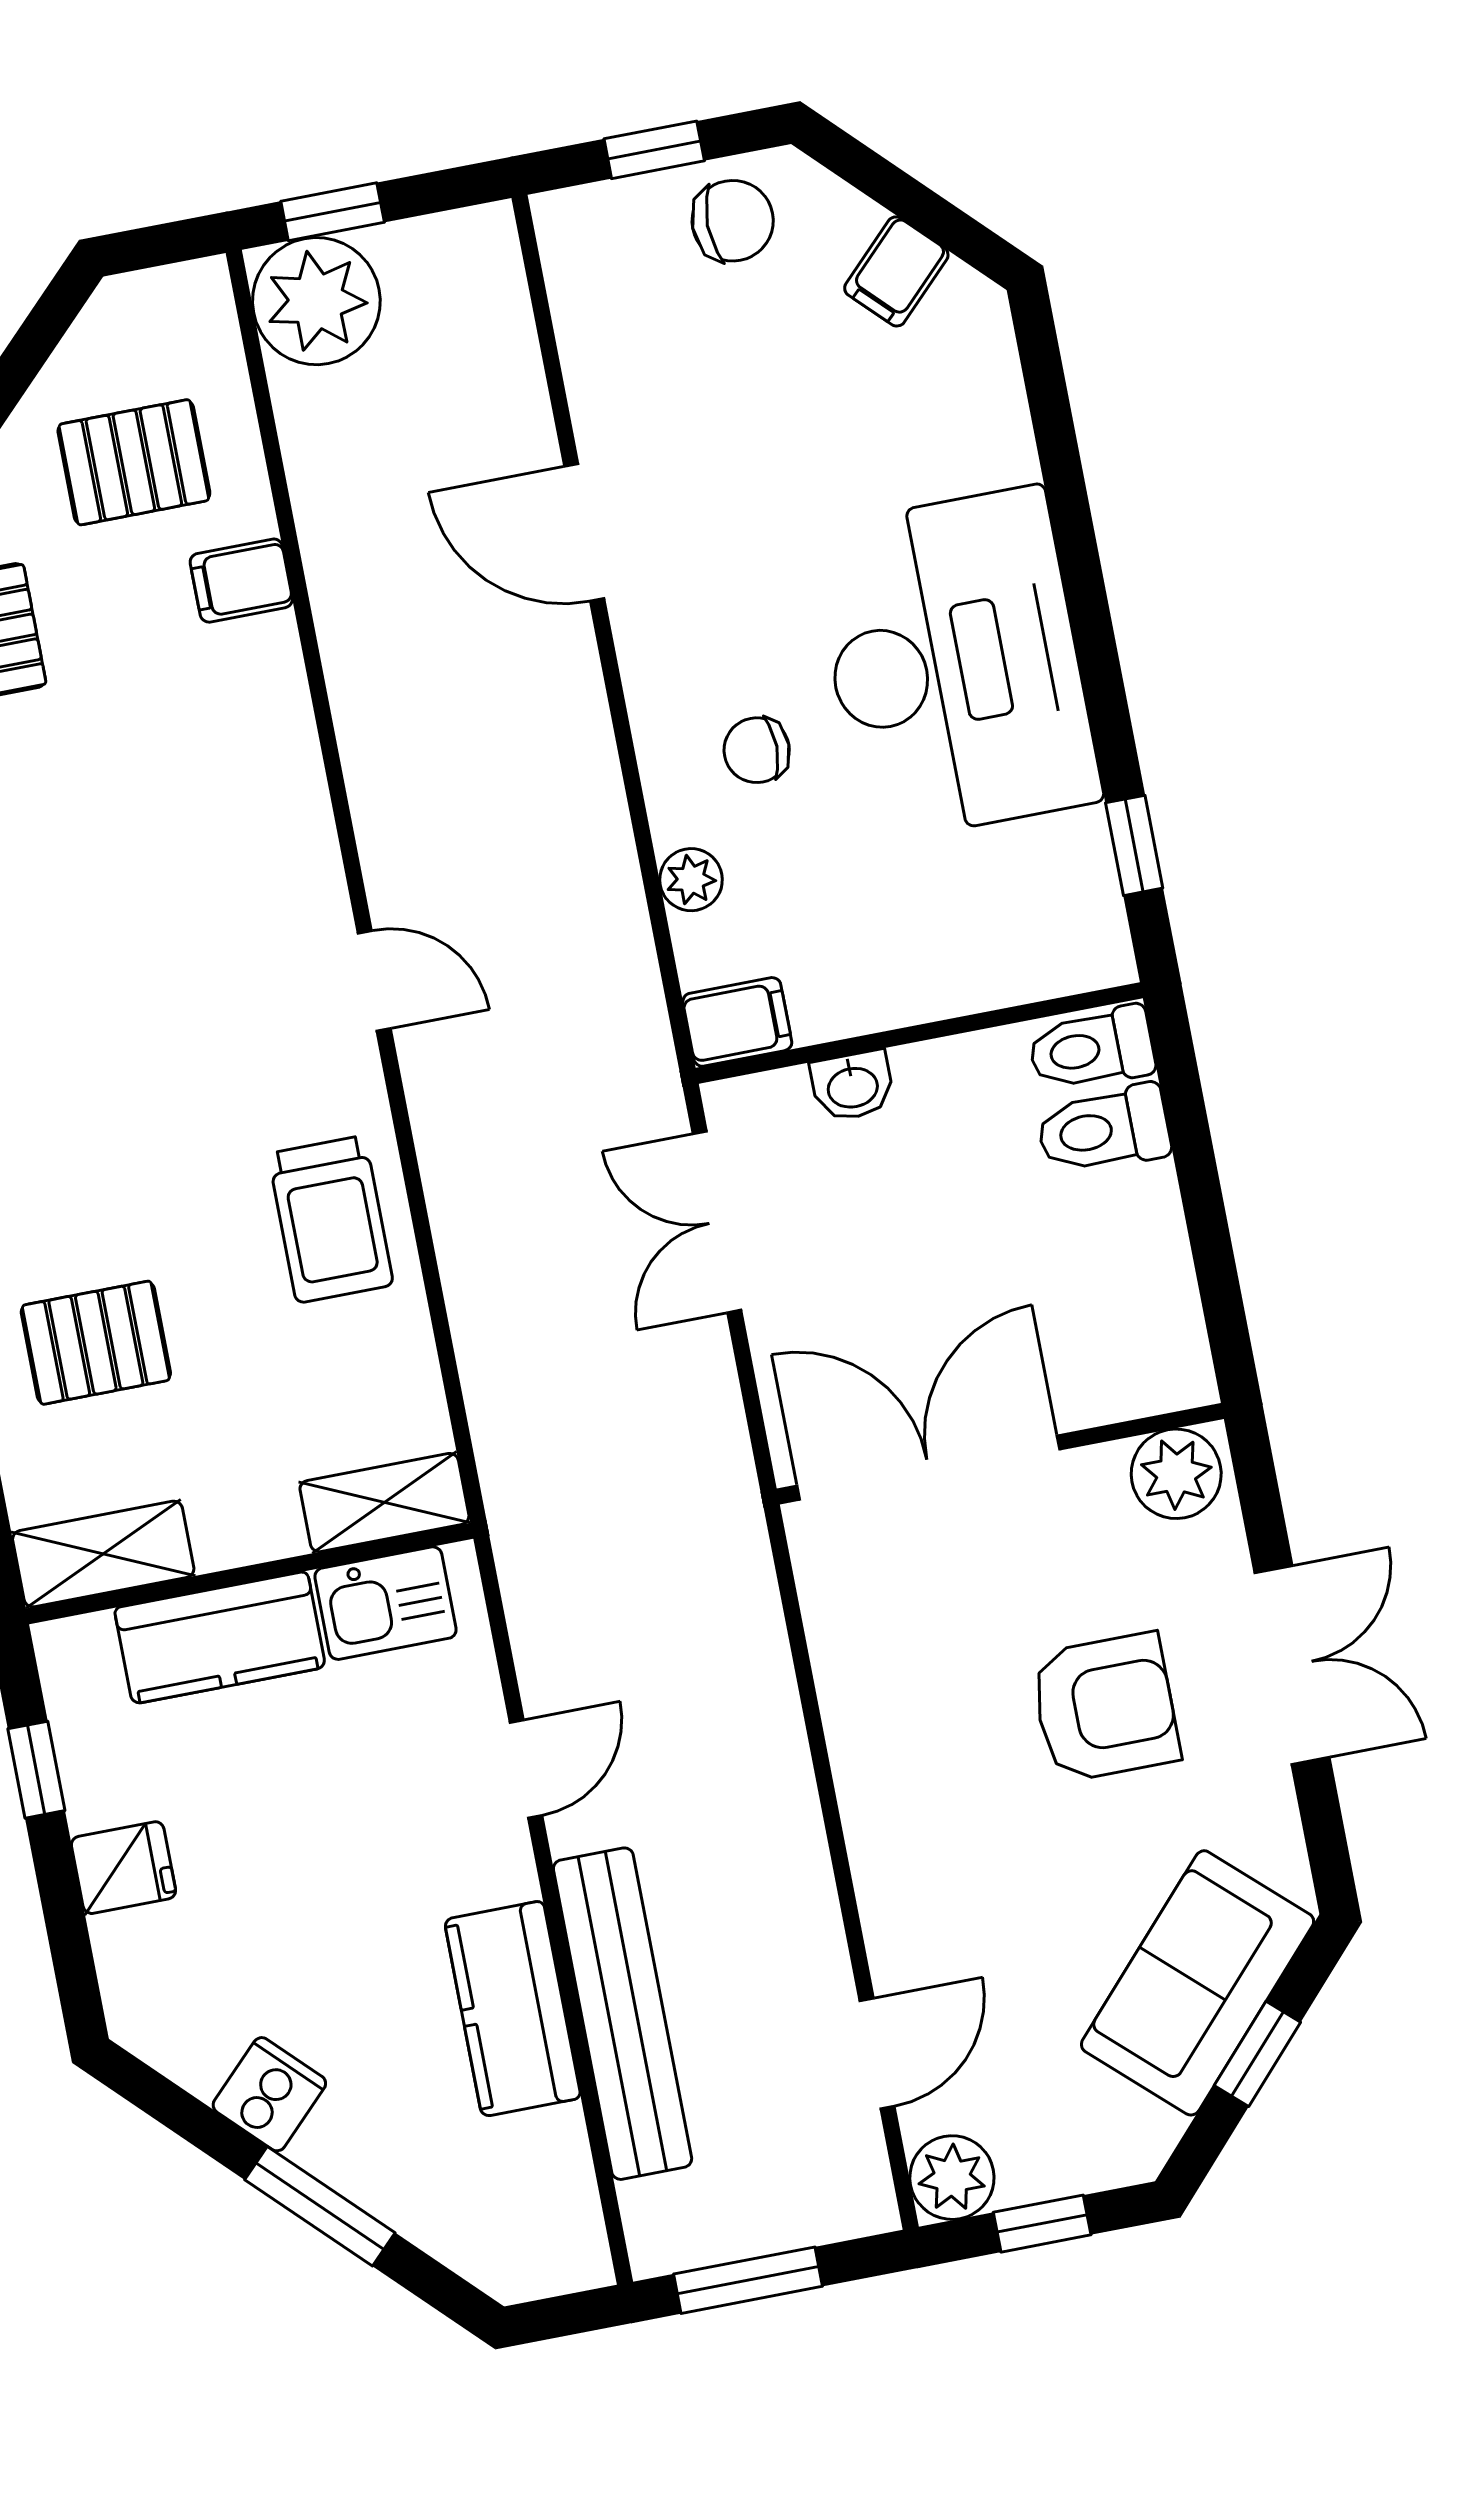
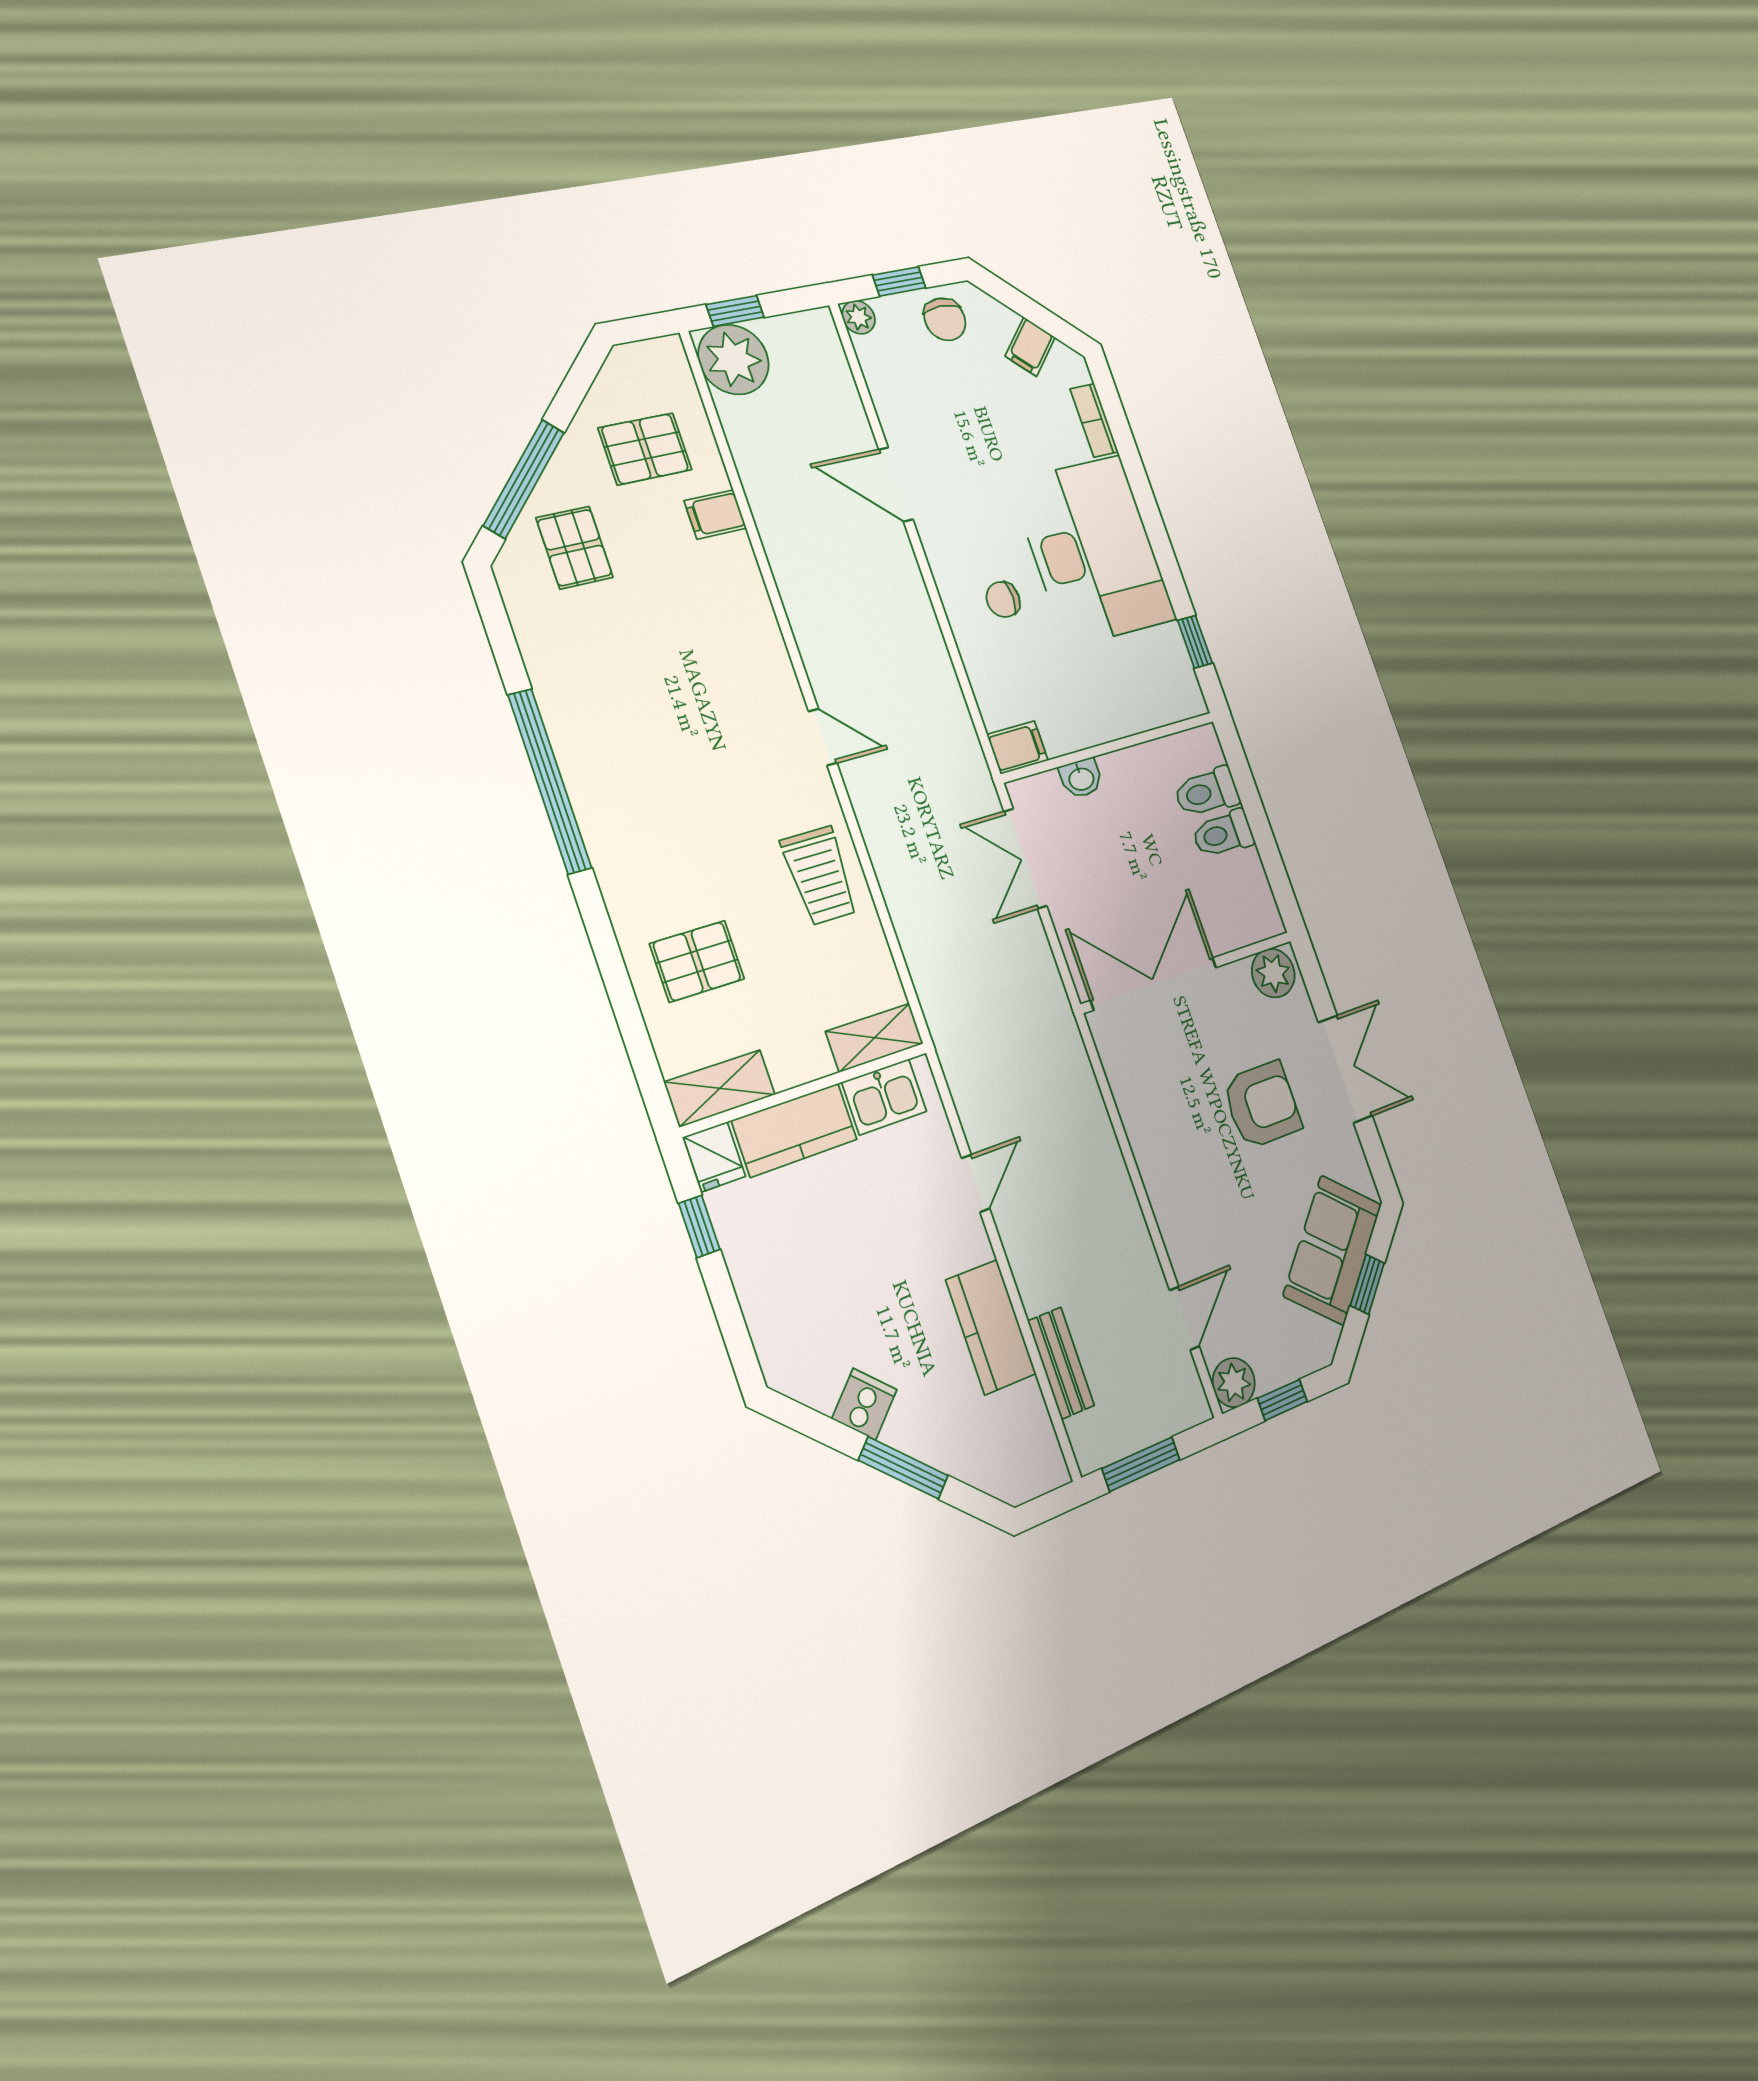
chair: (733, 221) -> (945, 319), turned 90
bookcase: (1003, 415) -> (1094, 420), added
plant: (691, 880) -> (859, 317), moved
toilet: (1092, 1049) -> (1223, 834), moved
fridge: (124, 1868) -> (714, 1157), moved, turned 90
bench: (623, 2014) -> (1061, 1363), width x0.54, depth x0.82

